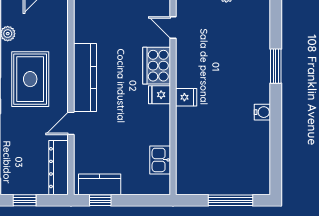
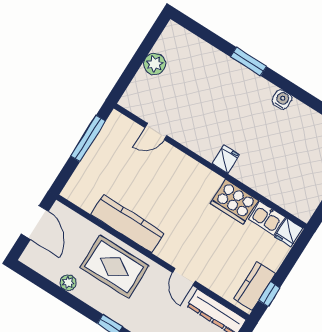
cooker: (157, 66) -> (234, 202), moved
kitchen counter: (85, 77) -> (128, 224), moved
rug: (30, 79) -> (114, 267), moved
fridge: (159, 95) -> (289, 232), moved

